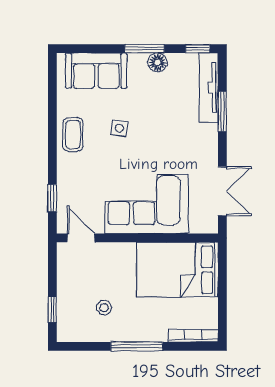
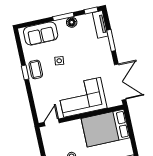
tv unit: (209, 88) -> (100, 24), width x0.71
double door: (222, 191) -> (120, 82), width x1.37
window: (52, 198) -> (25, 72), moved
door: (81, 238) -> (52, 122), hinge flipped

